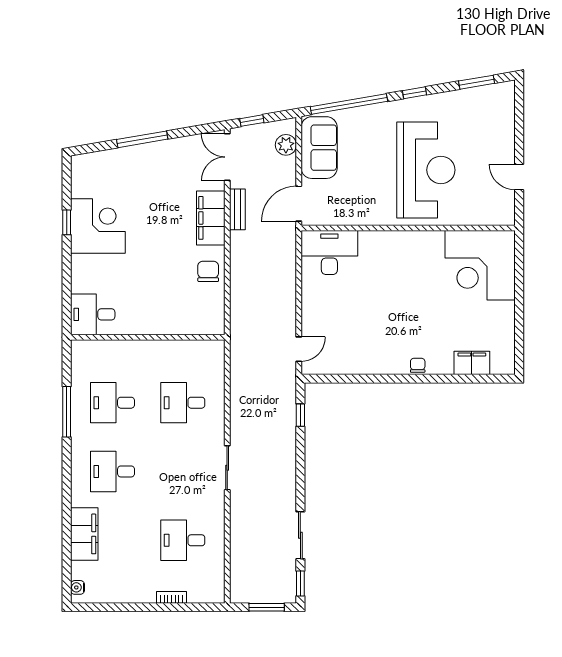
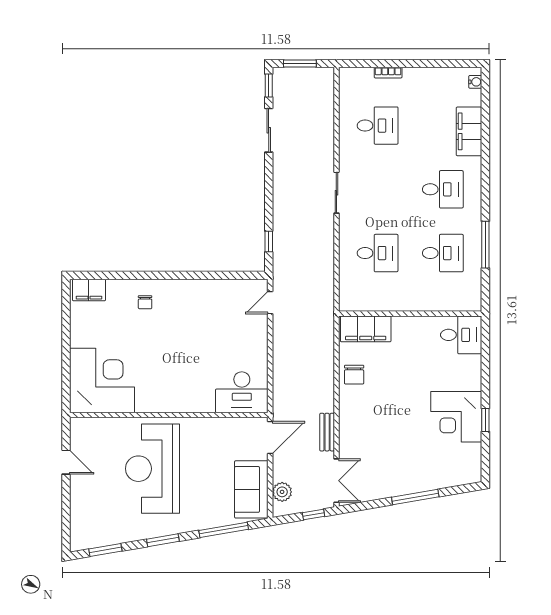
window: (415, 93) -> (163, 540), width x1.50
window: (349, 104) -> (224, 530), width x0.68
filing cabinet: (211, 218) -> (366, 329), moved, turned 90
filing cabinet: (472, 363) -> (89, 290), moved
chair: (418, 365) -> (145, 302), moved

